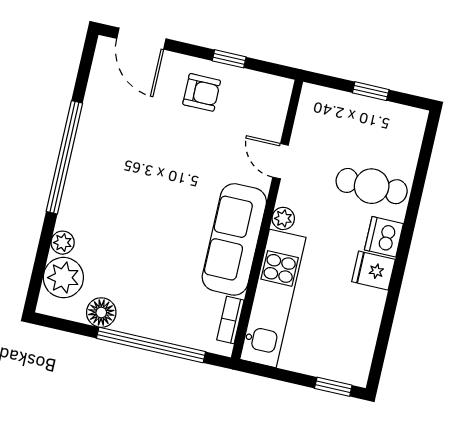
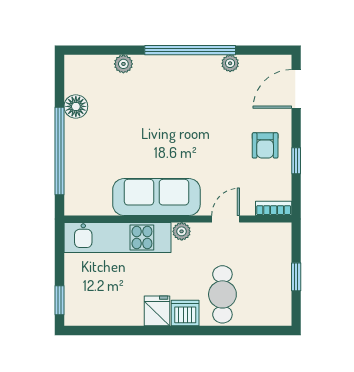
plant: (63, 278) -> (230, 63), moved, width x0.53, depth x0.53
bookcase: (230, 320) -> (274, 208), moved

